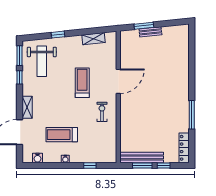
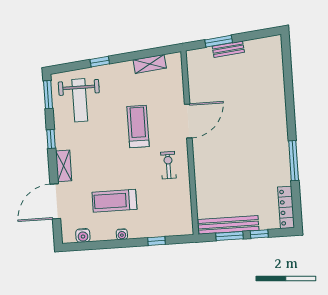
window: (19, 77) -> (51, 139), moved

